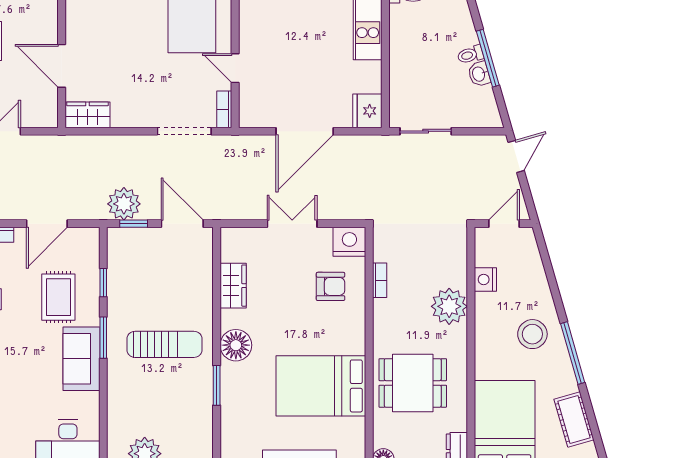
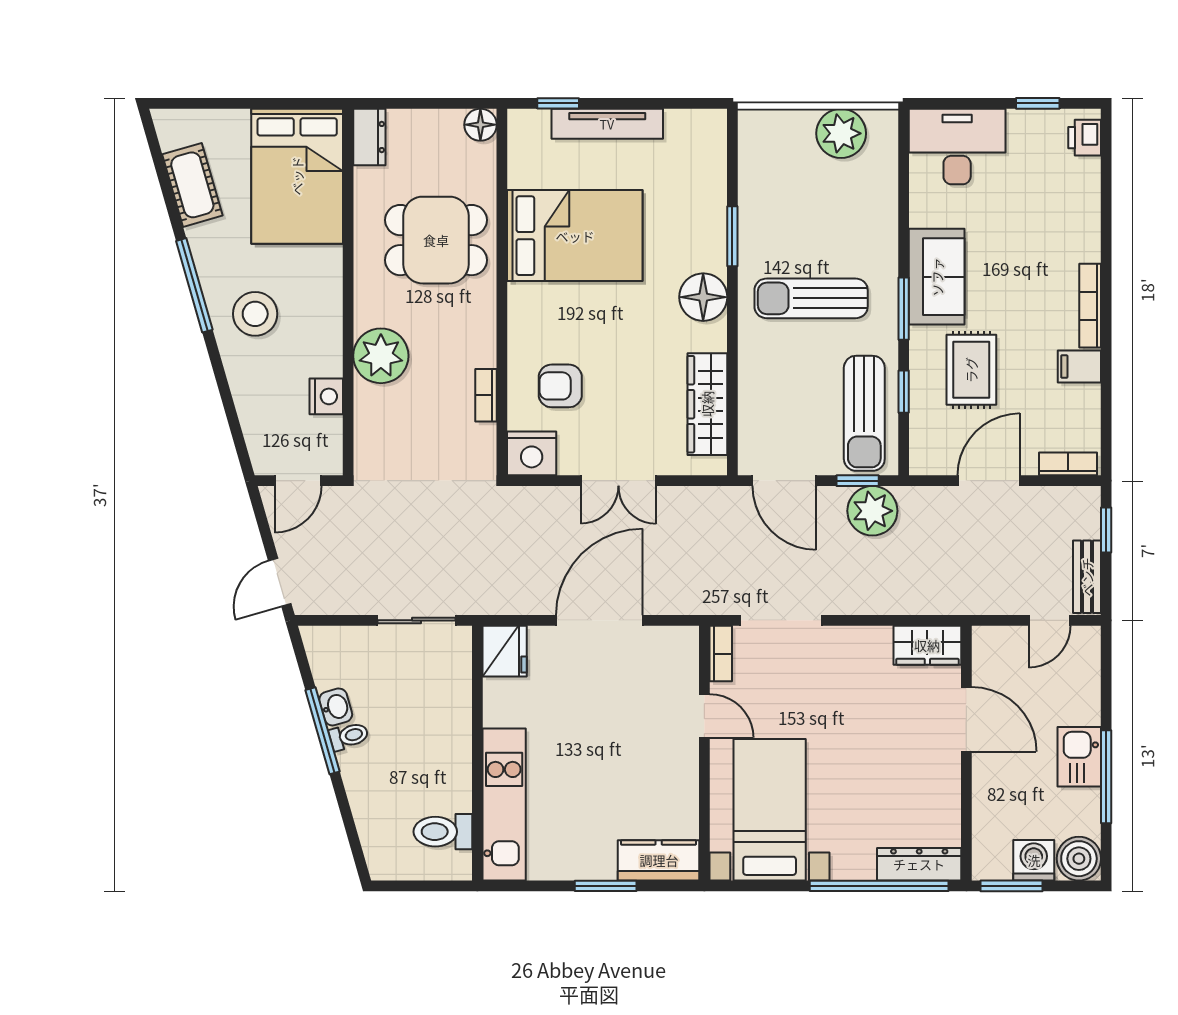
sun lounger: (129, 268) -> (864, 413), added
wardrobe: (233, 286) -> (707, 404), width x1.50

